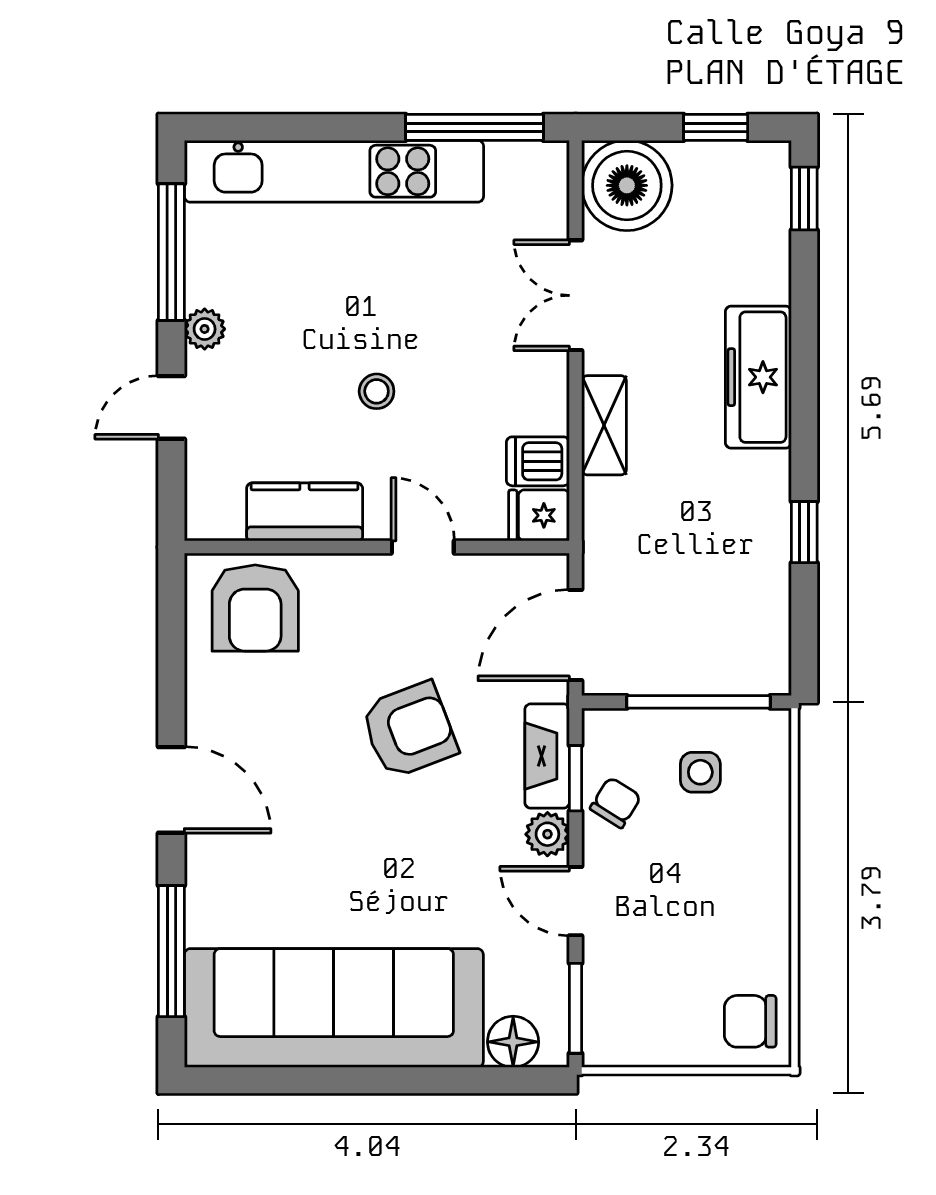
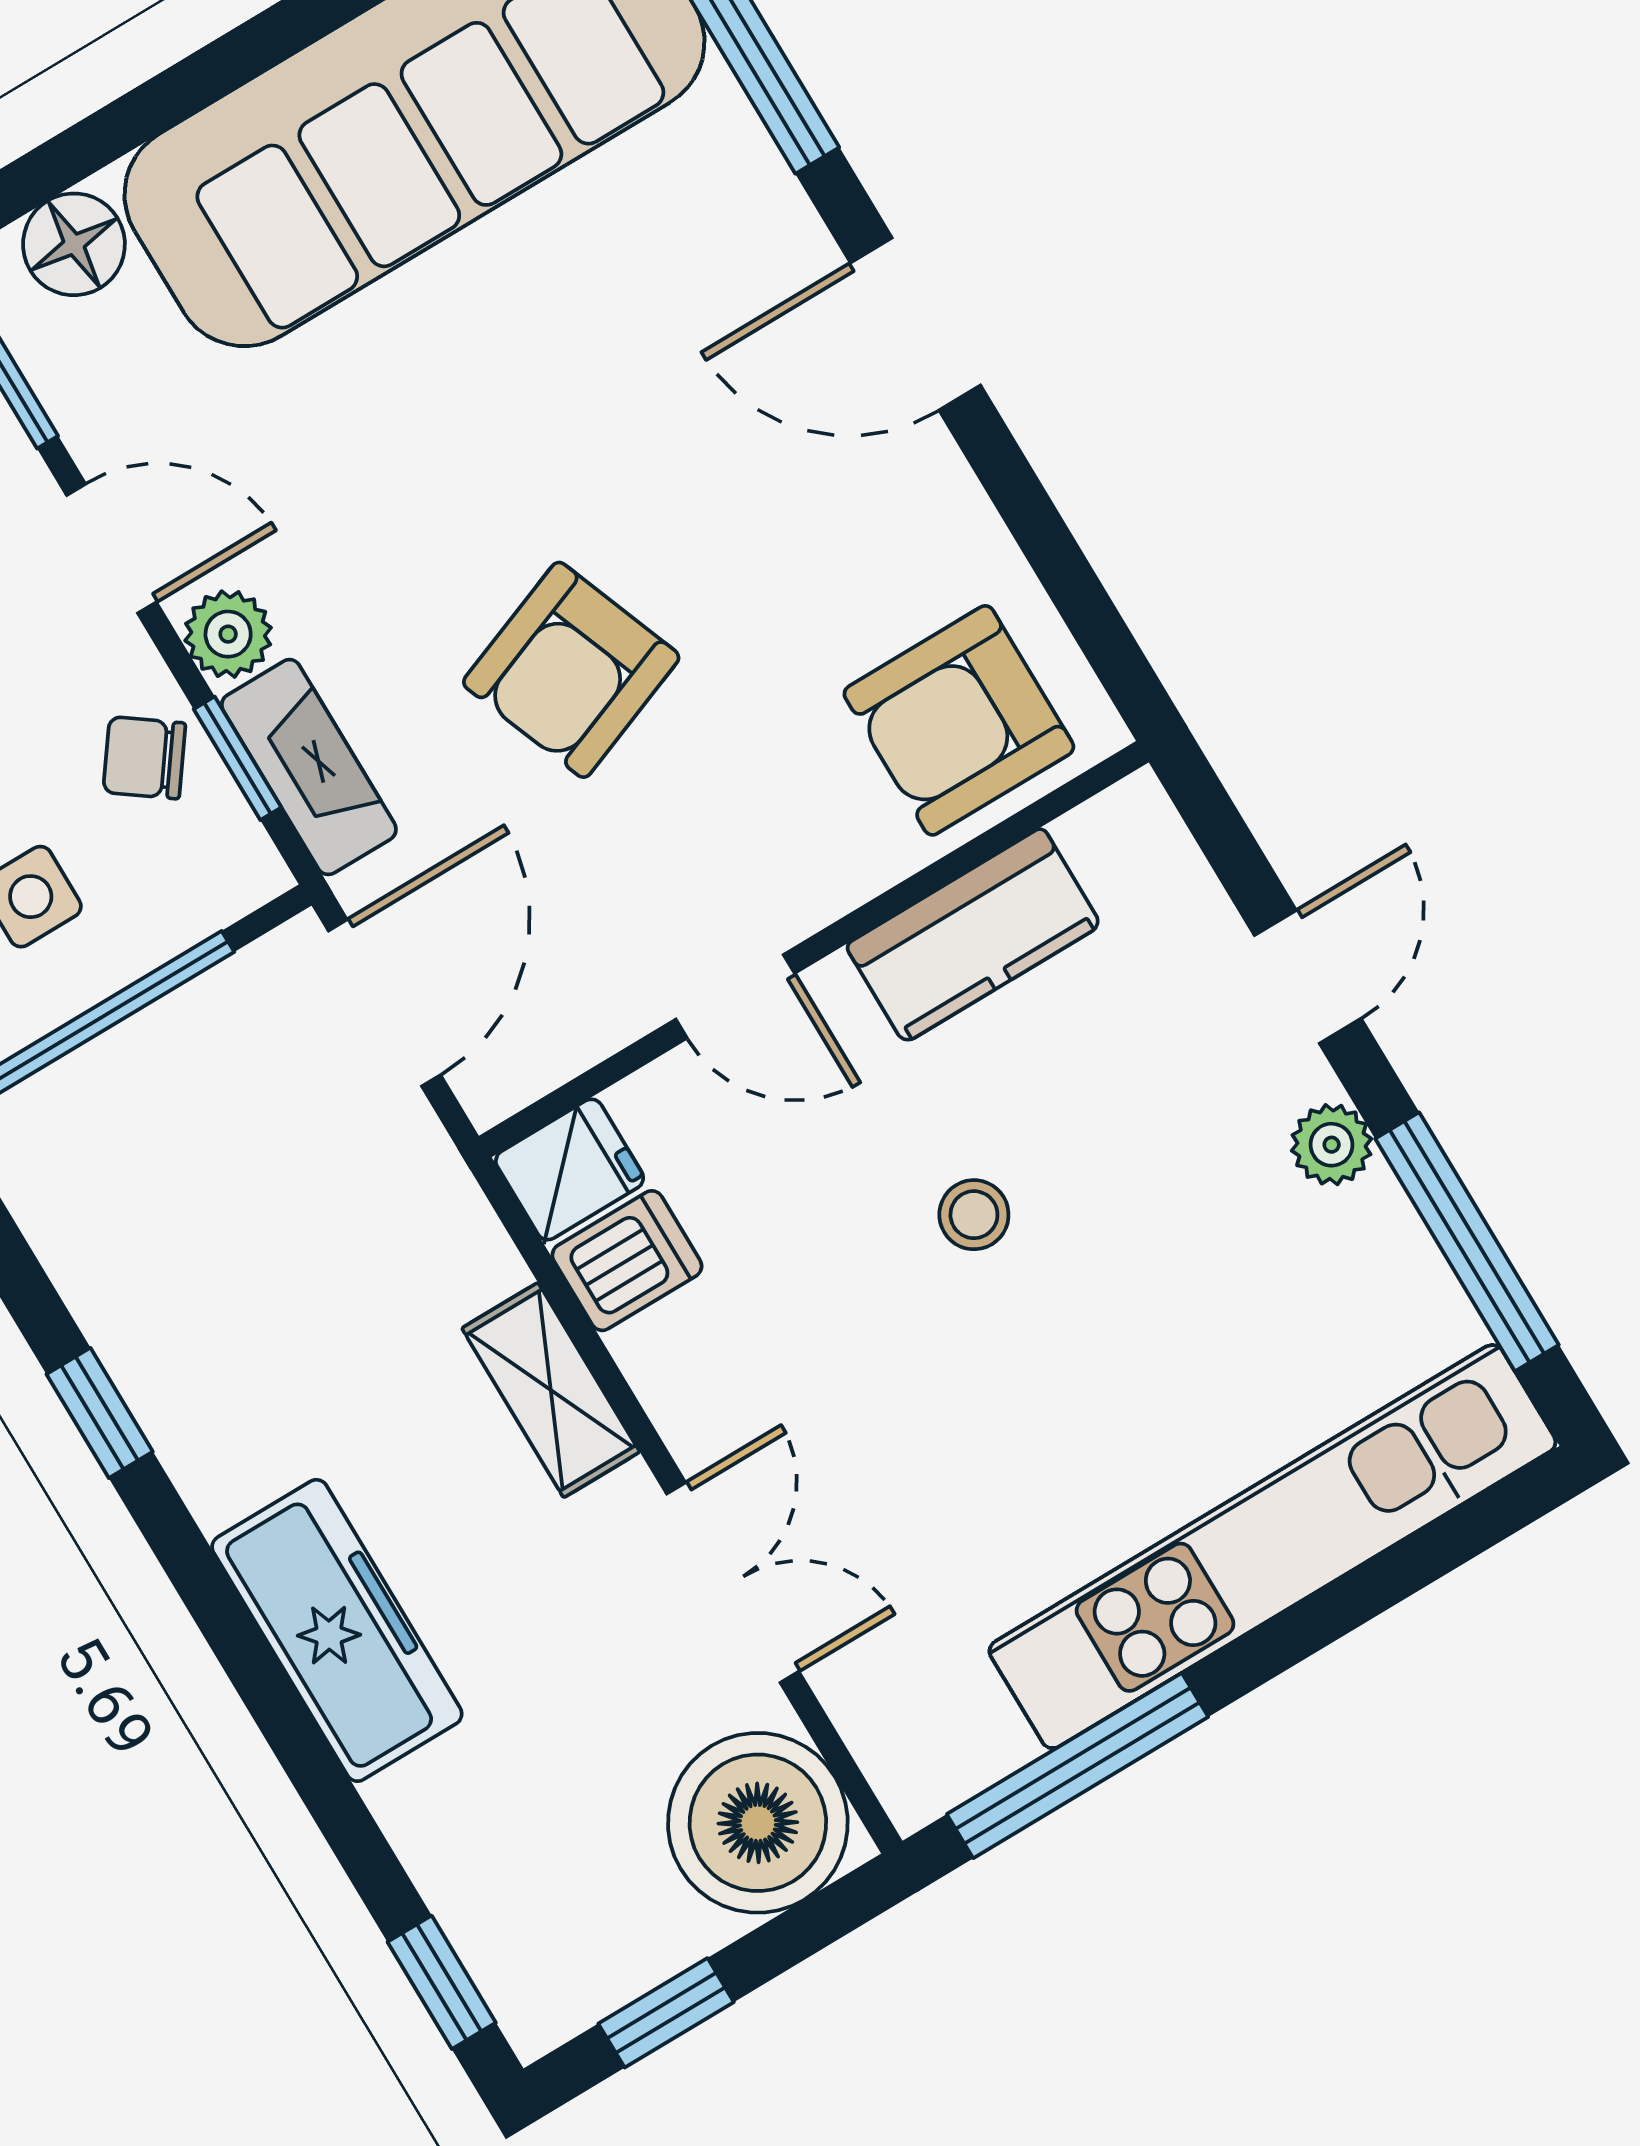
armchair: (255, 608) -> (959, 720), turned -90
chair: (616, 803) -> (144, 758), turned 94

